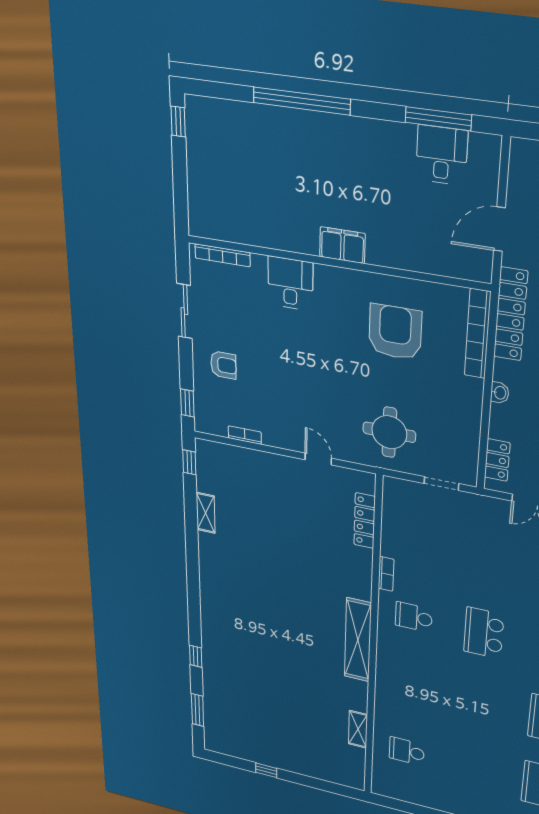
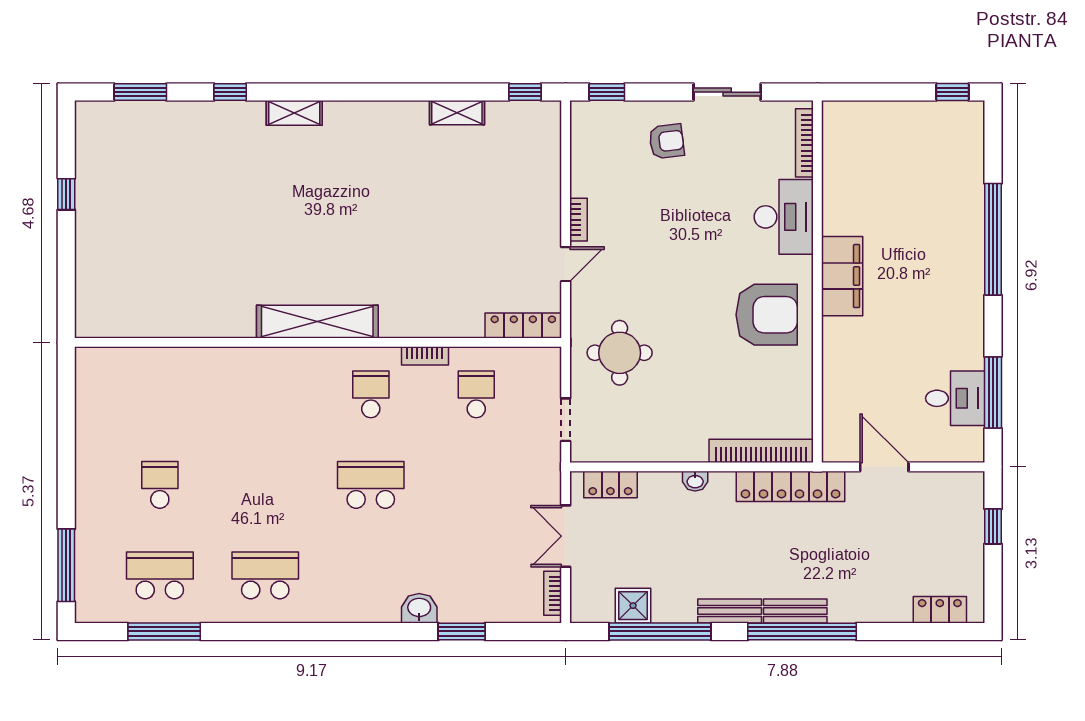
filing cabinet: (342, 245) -> (842, 276), width x1.50, depth x1.17
desk: (290, 284) -> (784, 217), width x1.37
armchair: (395, 332) -> (767, 315), moved
armchair: (223, 365) -> (667, 141), turned -97
bookcase: (245, 435) -> (578, 220), moved
locker: (365, 521) -> (523, 326), moved
school desk: (418, 544) -> (476, 394), added
shelving: (358, 729) -> (294, 113), moved
school desk: (407, 751) -> (160, 485), moved

